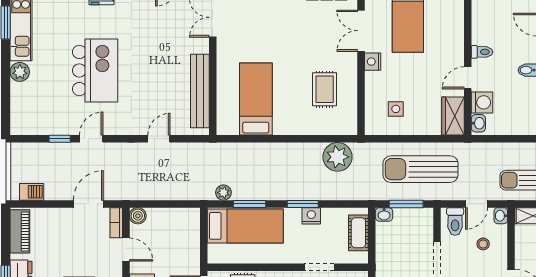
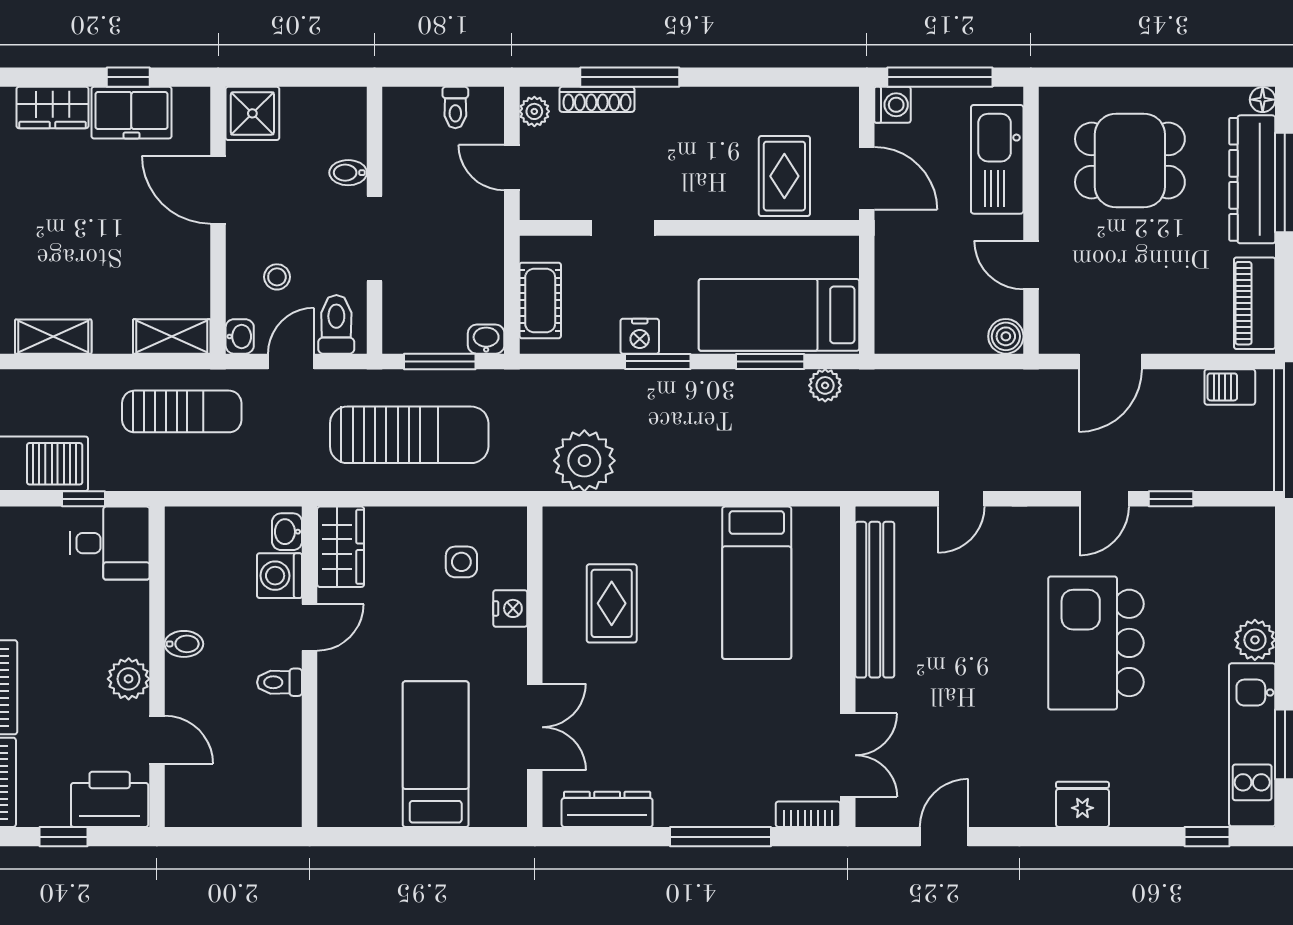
nightstand: (373, 62) -> (510, 608), moved
bookcase: (116, 223) -> (1051, 322), removed

